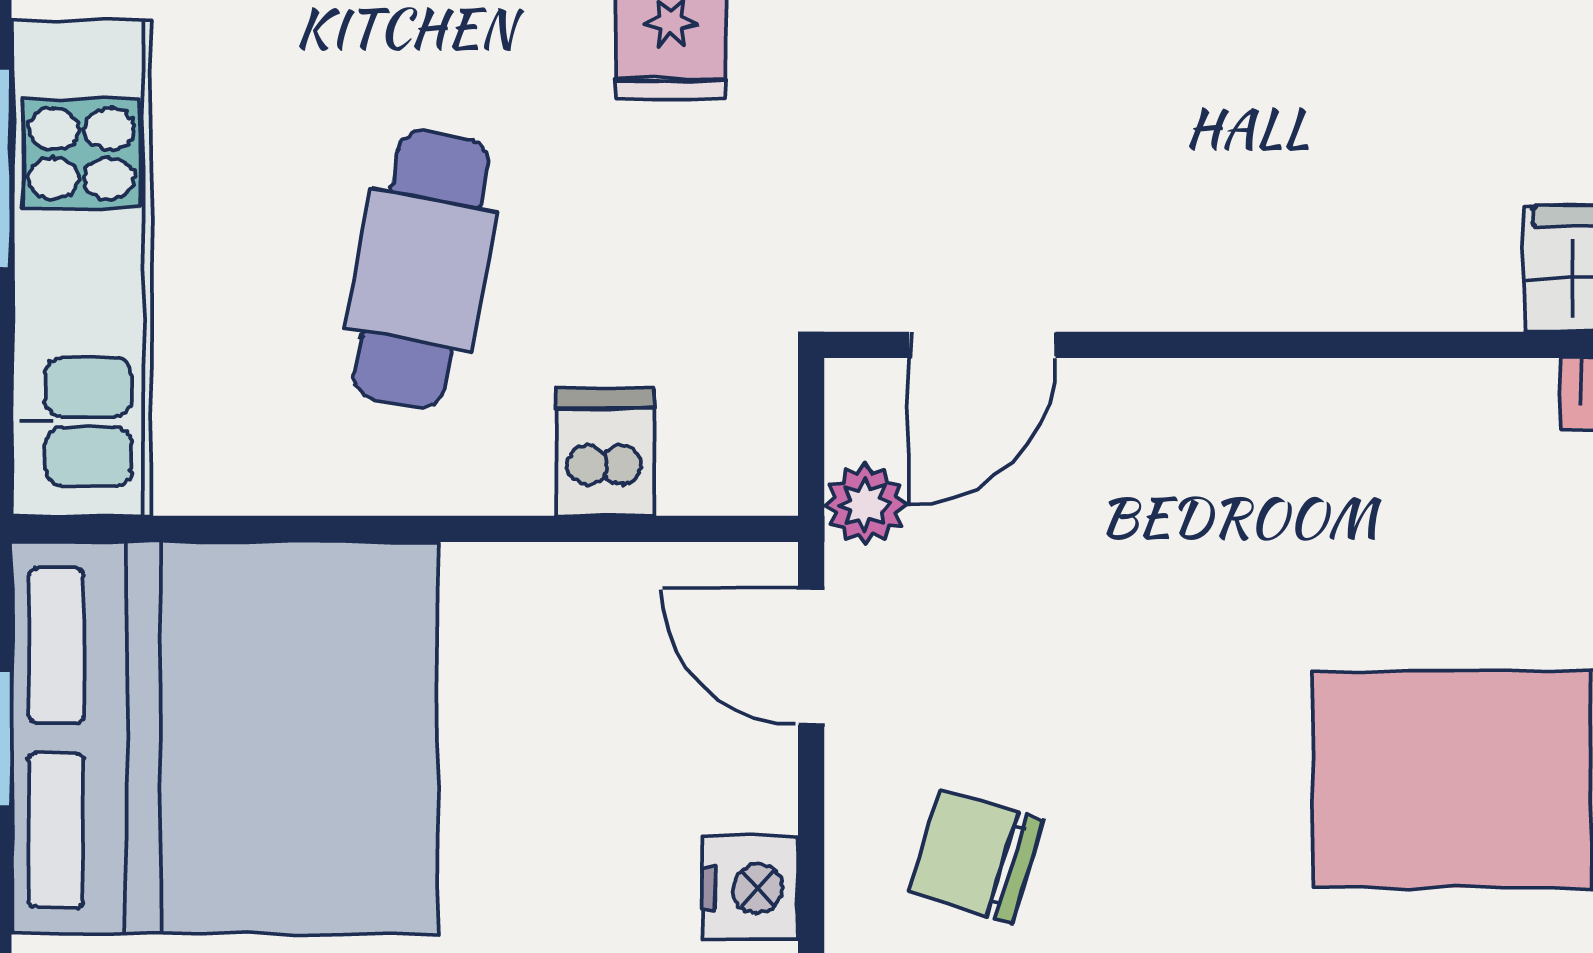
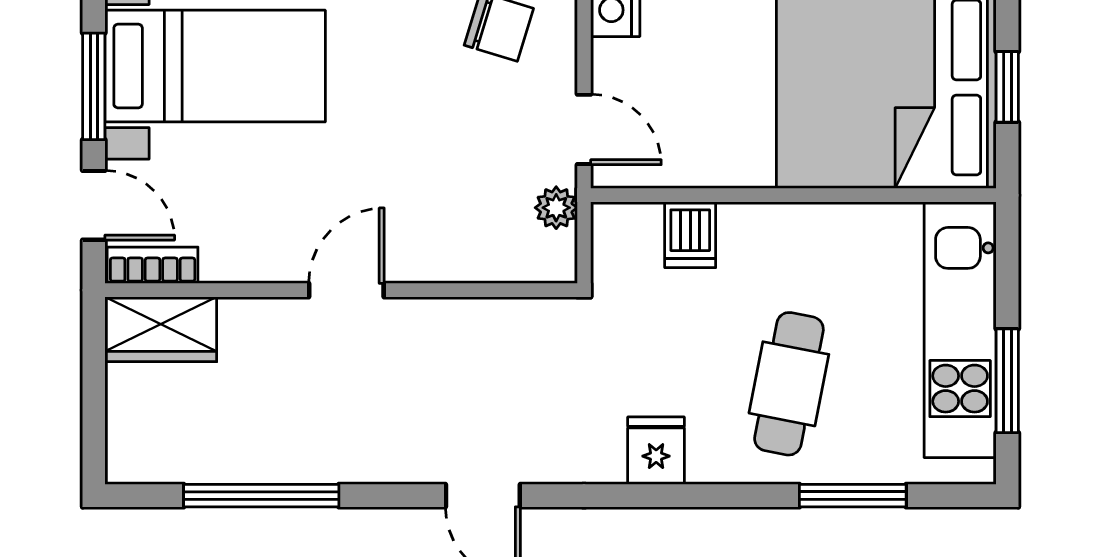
cafe table: (421, 269) -> (789, 384), moved
door: (982, 345) -> (346, 290), moved

